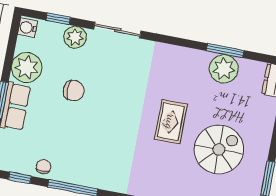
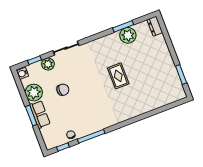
spiral stairs: (219, 149) -> (149, 75), removed

